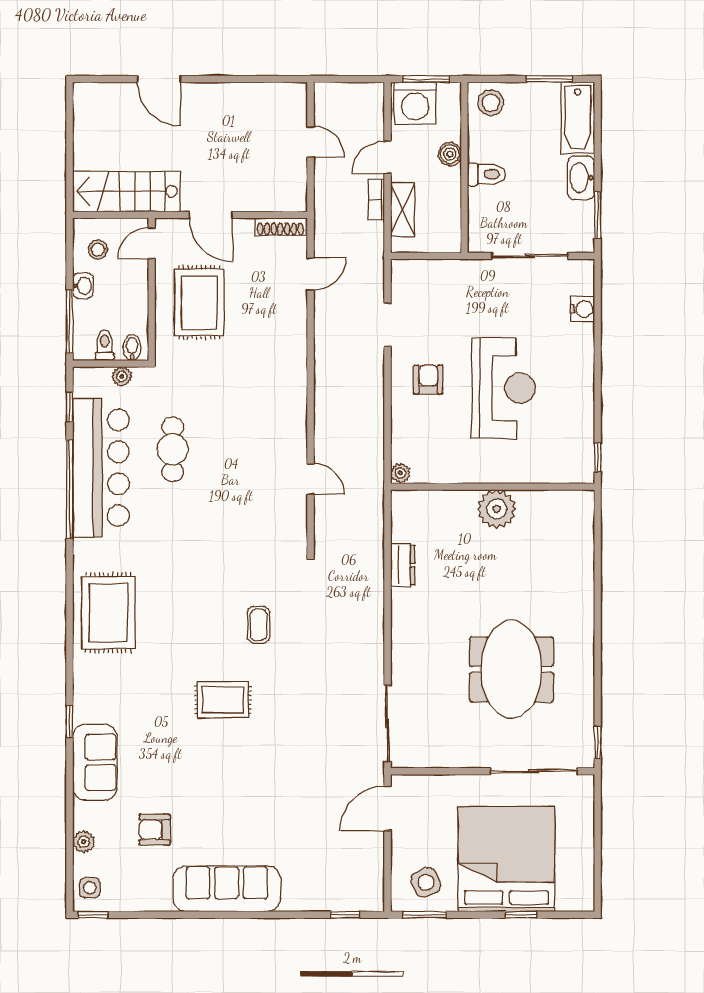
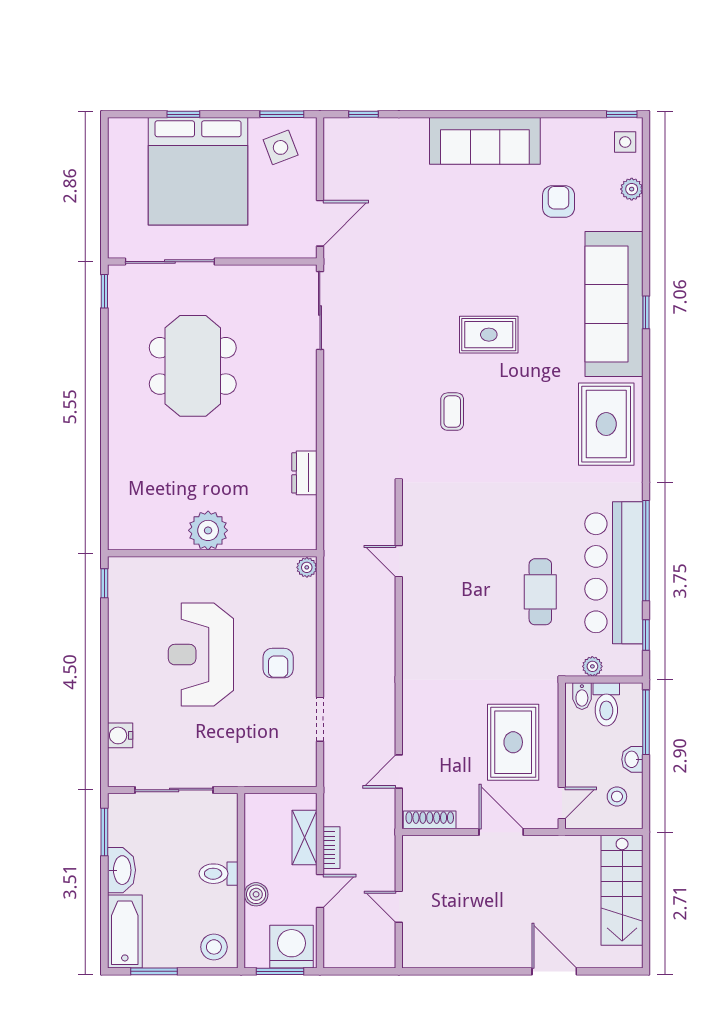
stairs: (126, 192) -> (622, 890), moved, turned 90
toilet: (105, 345) -> (606, 704), width x1.37, depth x1.39
sofa: (95, 762) -> (614, 304), width x1.85, depth x1.27
armchair: (155, 830) -> (559, 202), turned -90

